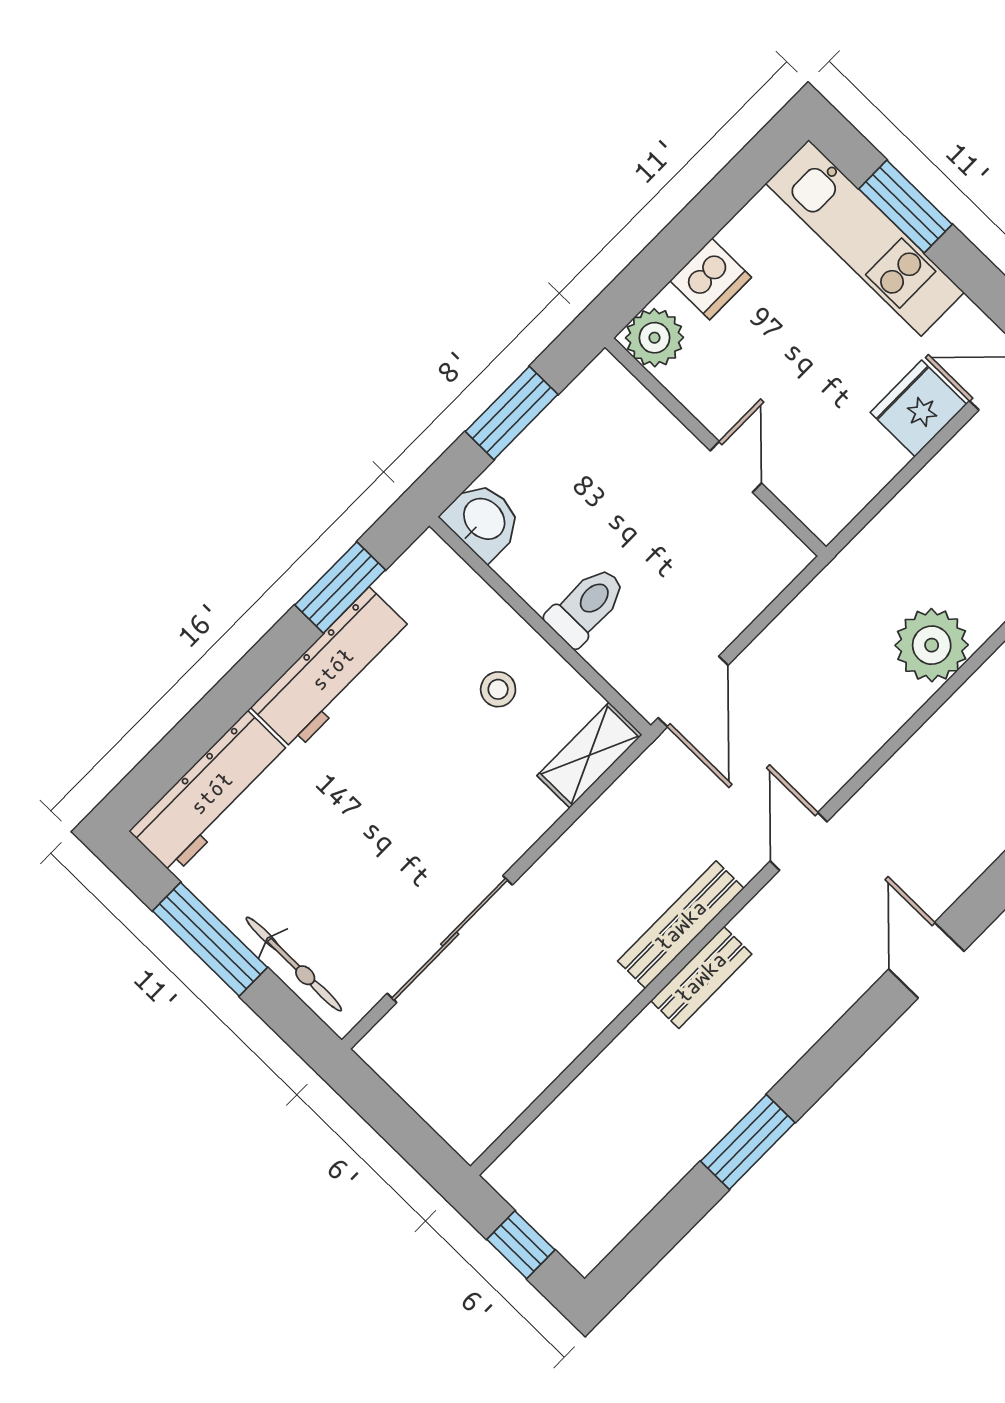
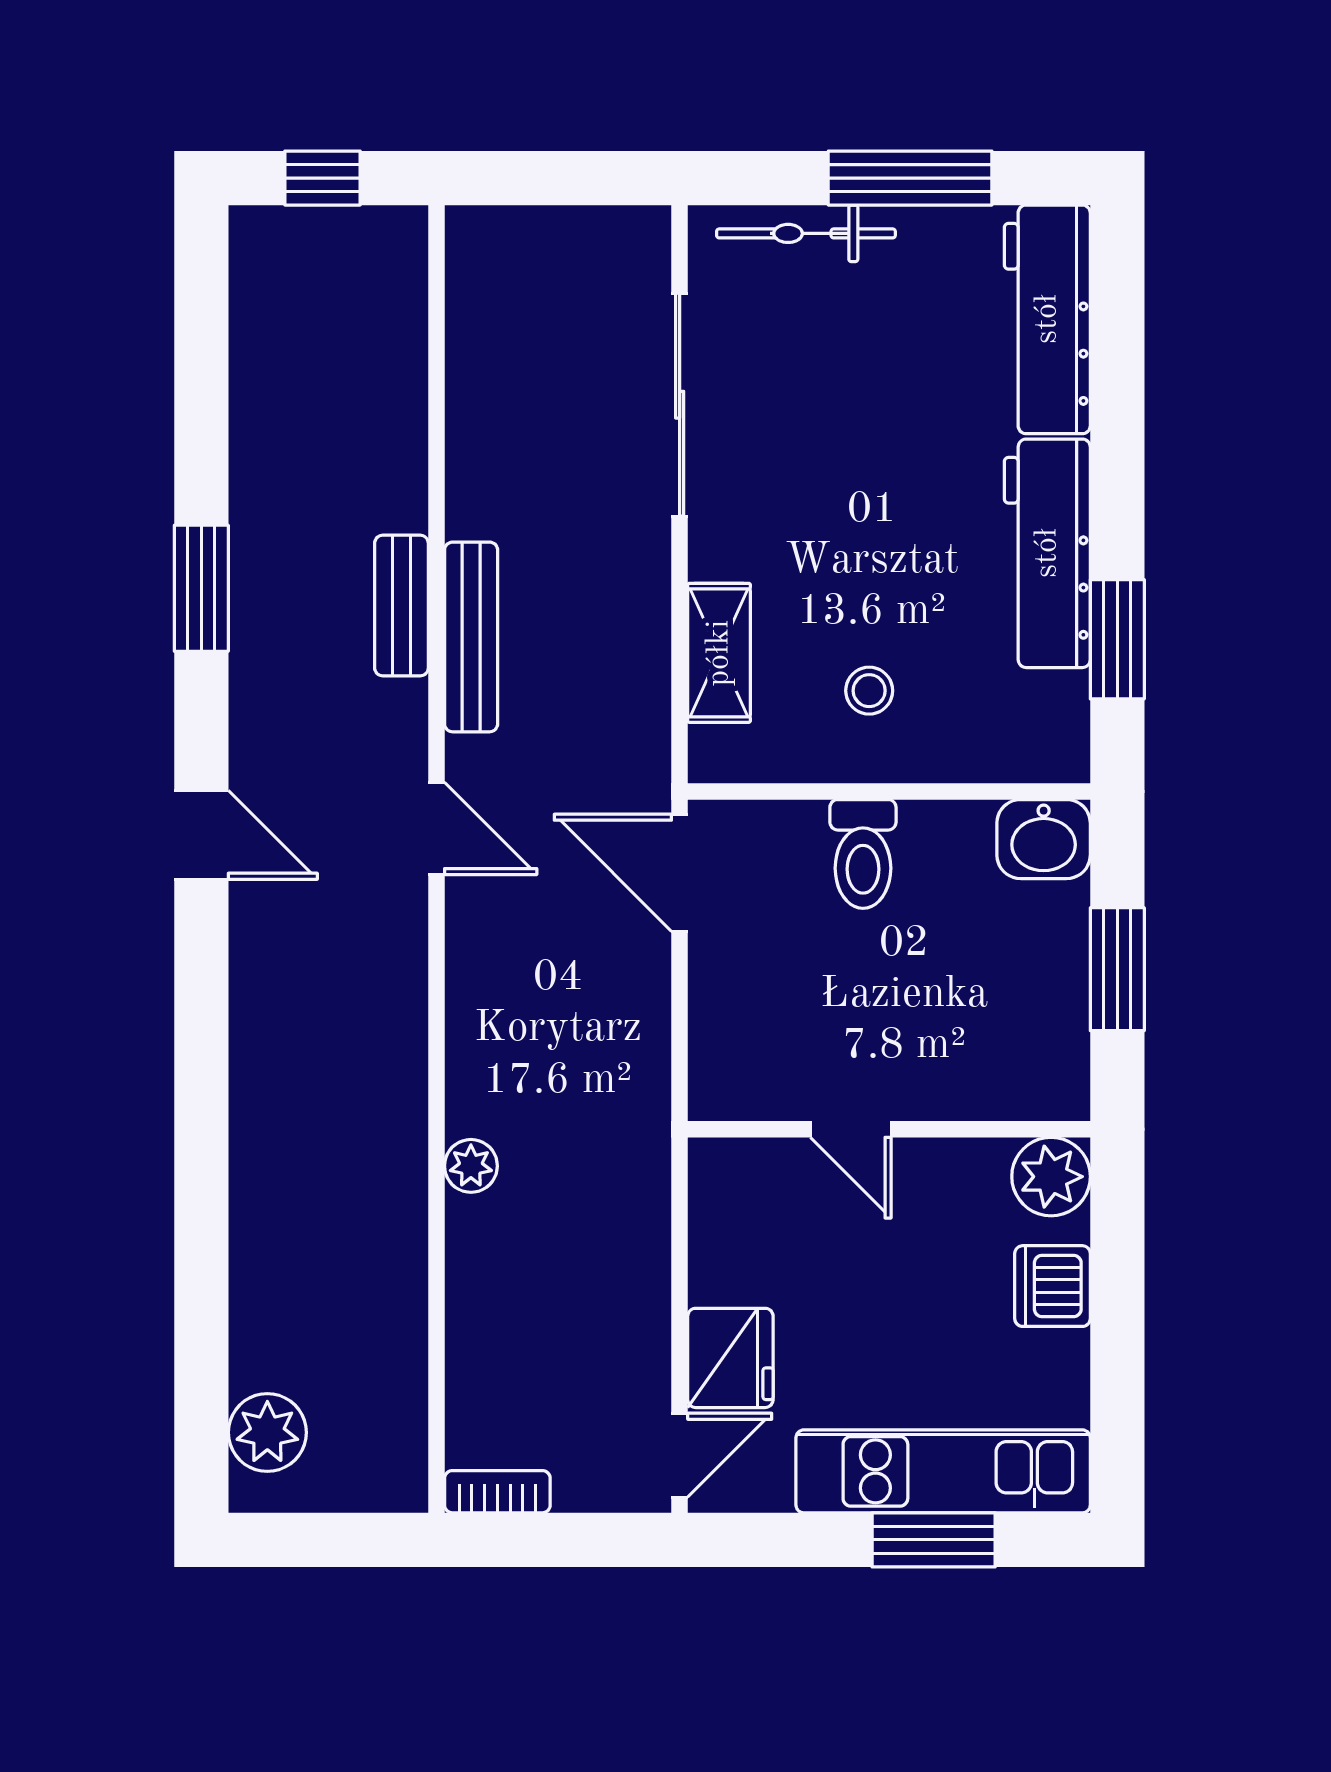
plant: (932, 645) -> (471, 1166), width x0.53, depth x0.53
shelving: (590, 755) -> (719, 653), moved
window: (748, 1142) -> (201, 588), moved

